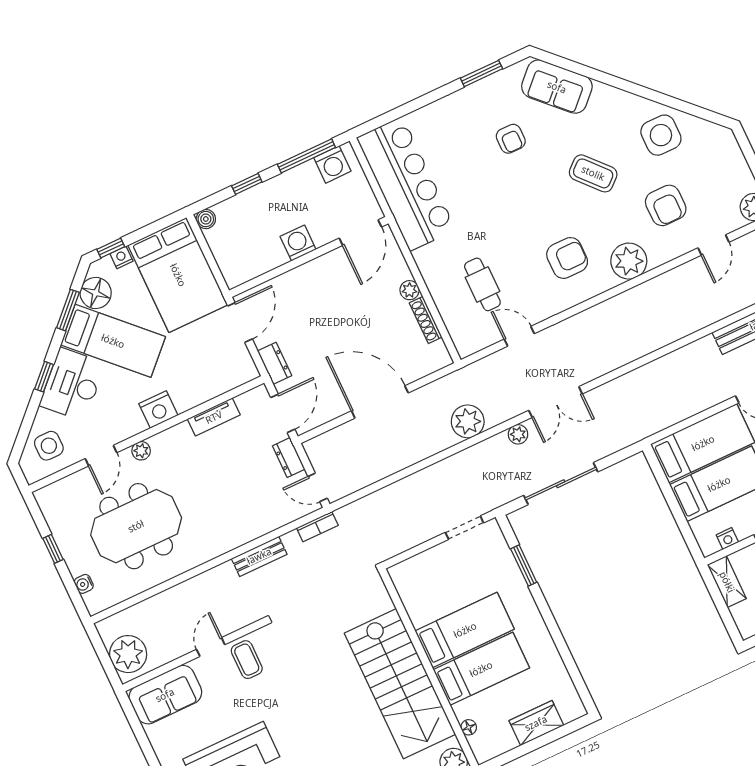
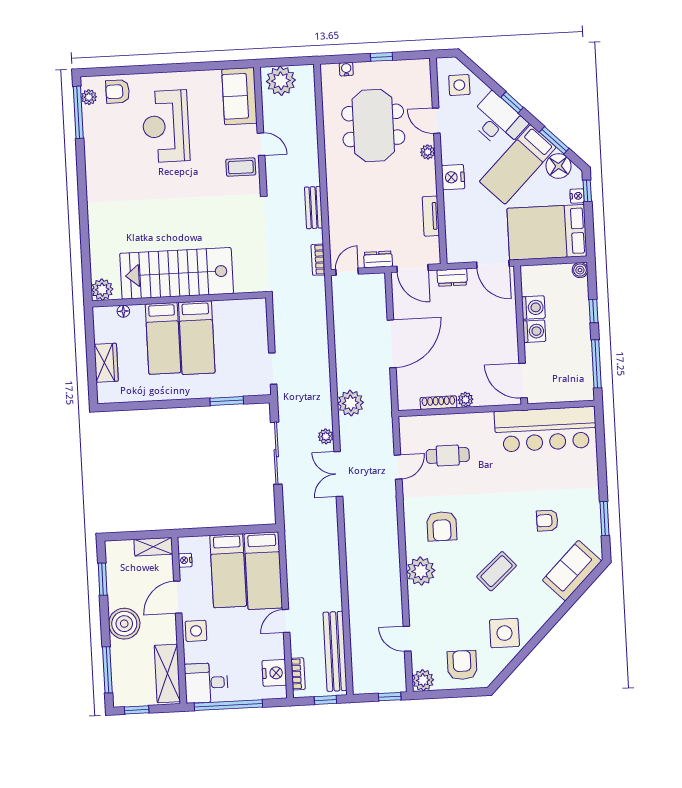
washing machine: (332, 164) -> (533, 307), moved, turned 180
armchair: (666, 205) -> (462, 665), moved, turned 90

